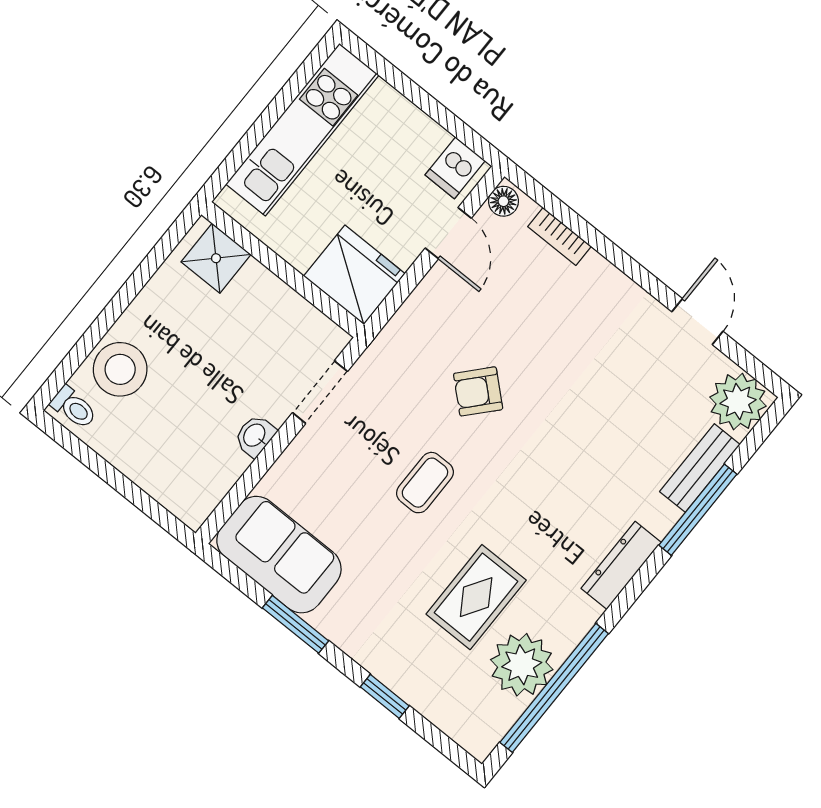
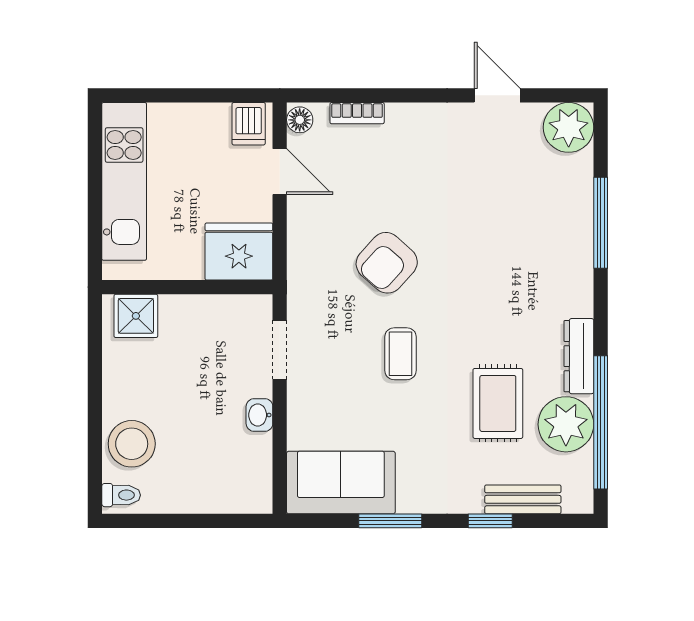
armchair: (478, 391) -> (387, 263), width x1.38, depth x1.38
bench: (700, 468) -> (523, 499), moved, turned 90
dresser: (621, 565) -> (579, 356), moved

